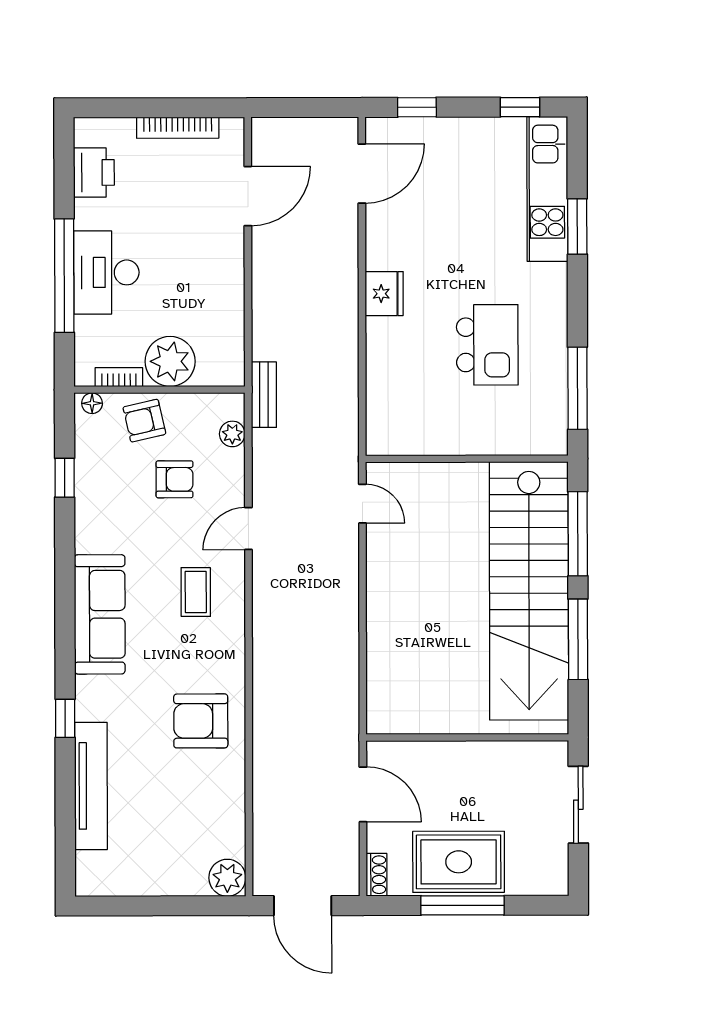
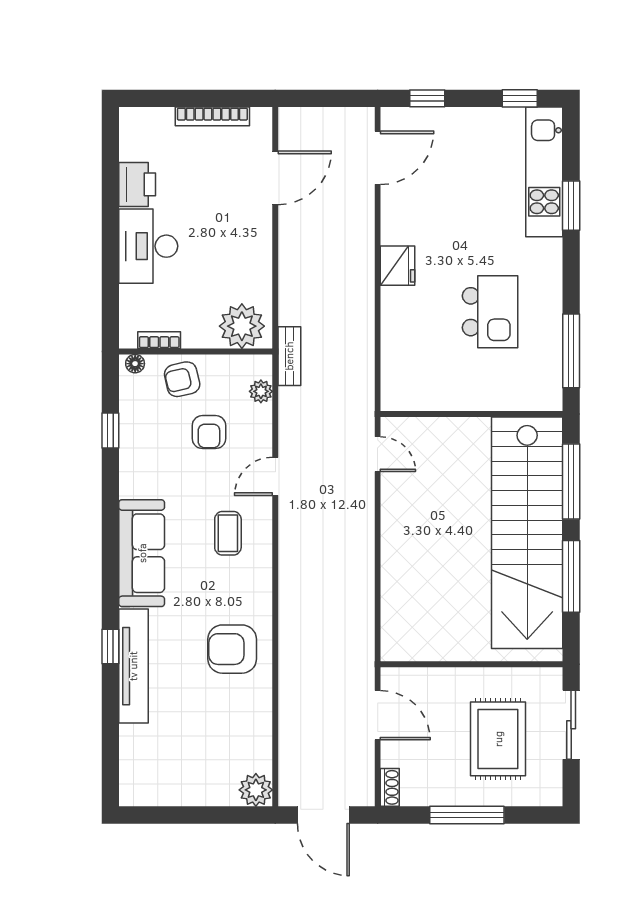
printer: (94, 172) -> (137, 184), moved
window: (64, 276) -> (110, 249), removed
plant: (170, 361) -> (242, 326), moved
armchair: (174, 479) -> (209, 432), turned 90
tv unit: (91, 786) -> (133, 666), moved
rug: (459, 862) -> (498, 739), moved, turned 90

